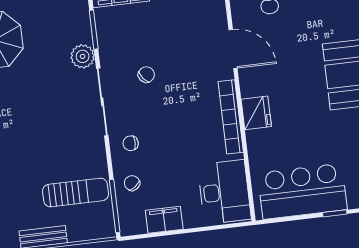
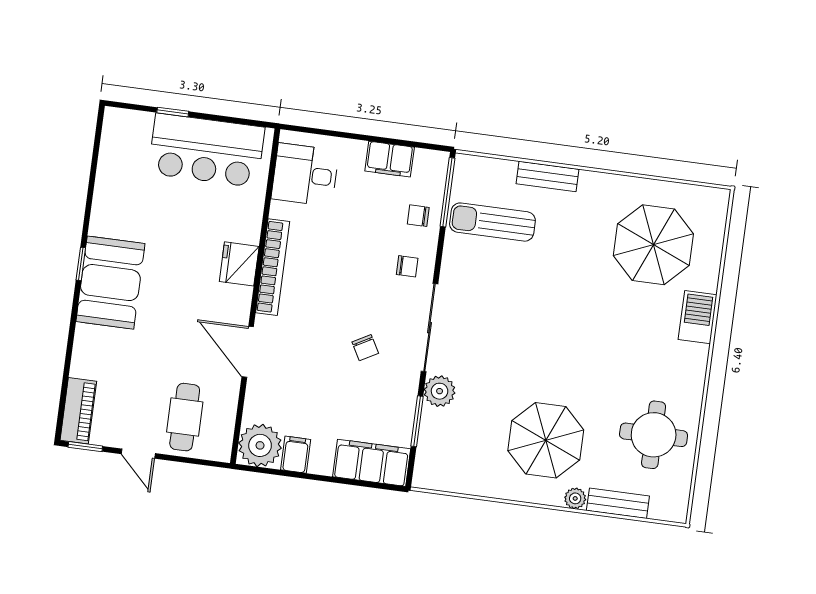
chair: (146, 75) -> (365, 348), turned -81
chair: (132, 183) -> (418, 216), turned 126
desk: (224, 192) -> (305, 175), width x0.73

